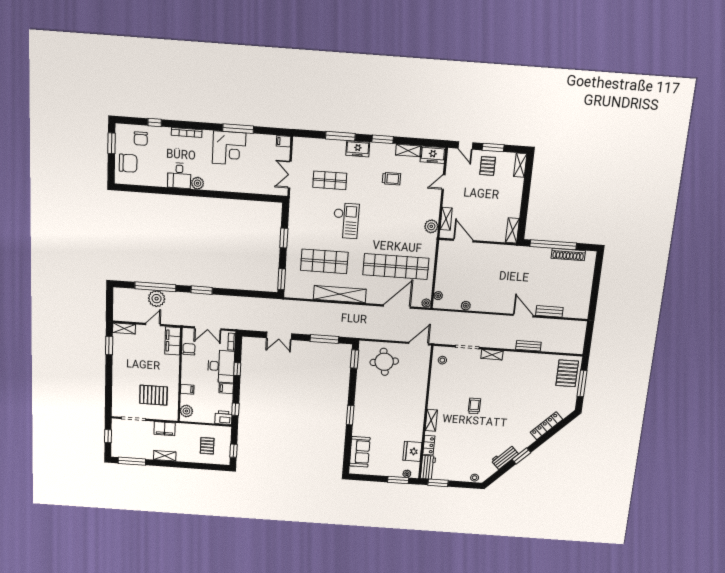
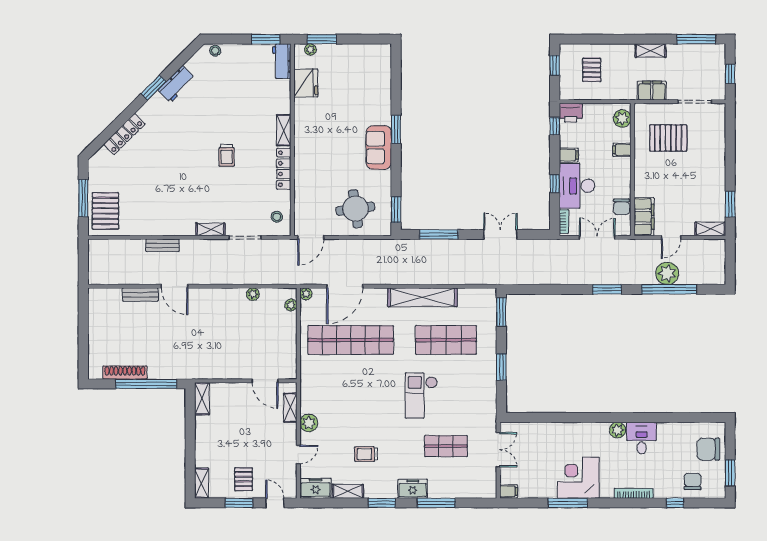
plant: (431, 226) -> (309, 423), moved
locker: (429, 445) -> (284, 169), moved, width x1.53
sofa: (360, 452) -> (379, 147), moved

